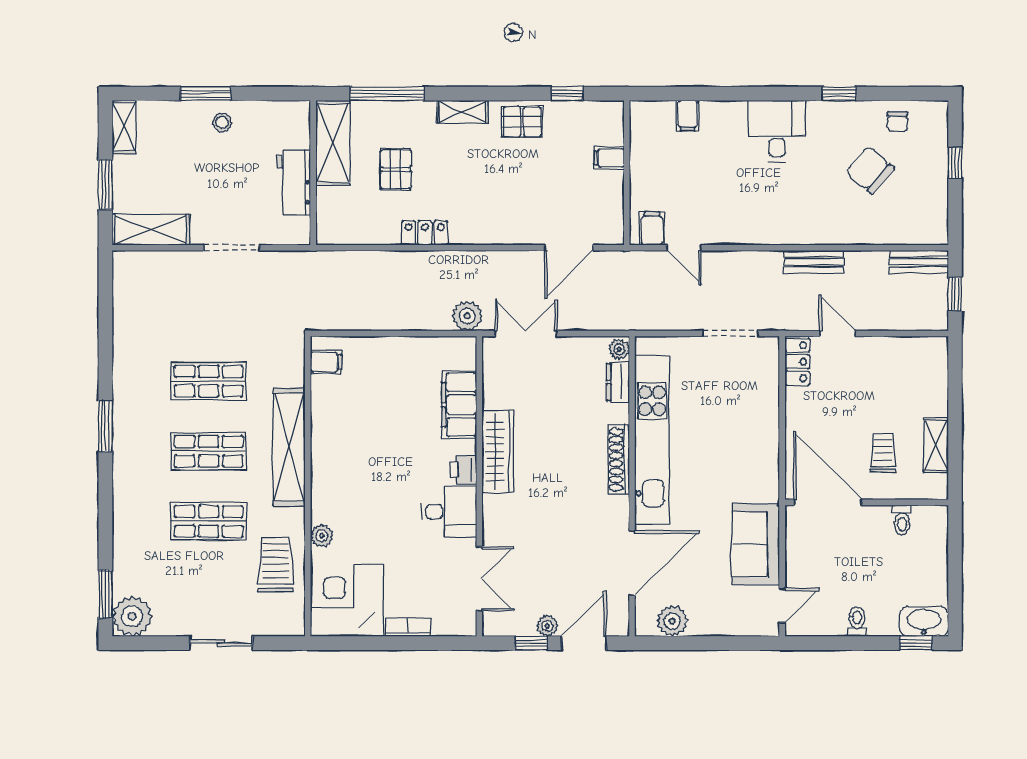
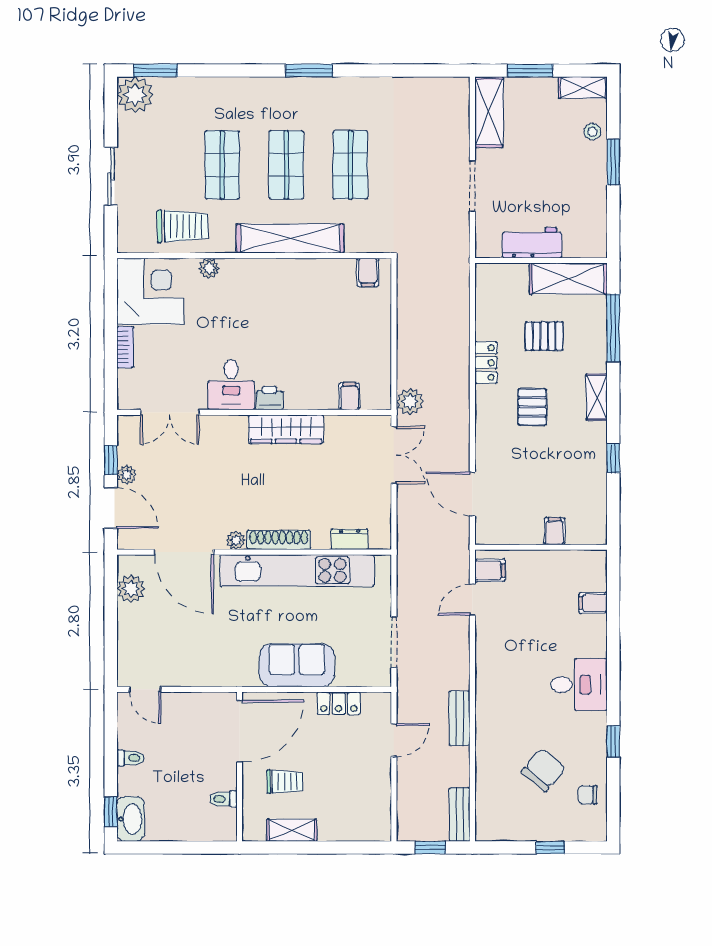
window: (567, 94) -> (613, 458), moved
stool: (222, 122) -> (592, 132), moved
pallet: (522, 122) -> (532, 407), moved
plant: (619, 349) -> (236, 540), moved
locker: (797, 362) -> (339, 703), moved
filing cabinet: (459, 405) -> (349, 396), width x0.33, depth x0.86
sofa: (756, 544) -> (297, 665), moved

